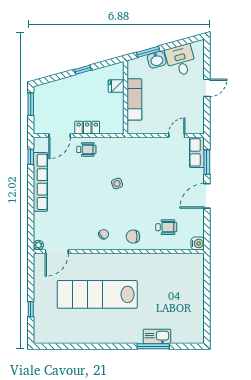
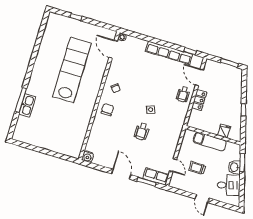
trolley: (171, 105) -> (197, 168), added
wheelchair: (166, 227) -> (142, 132), moved

